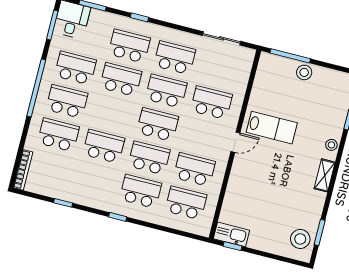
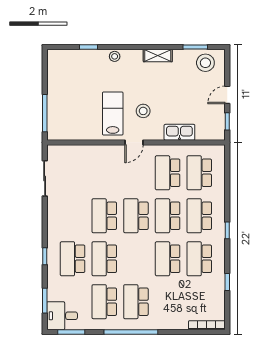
school desk: (175, 58) -> (73, 216), removed
stool: (304, 72) -> (143, 111), moved
school desk: (211, 103) -> (104, 173), removed
school desk: (58, 135) -> (199, 259), moved
door: (235, 142) -> (134, 142), swing flipped
shelving: (325, 175) -> (158, 55), moved
kitchen sink: (231, 234) -> (179, 132), moved, turned 90
door: (261, 253) -> (227, 95), added

